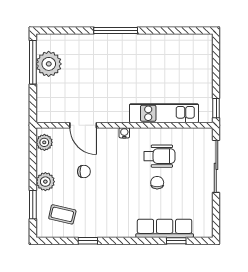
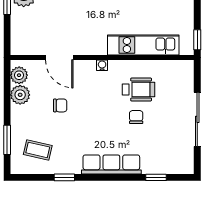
sliding door: (216, 166) -> (197, 119), moved
plant: (45, 182) -> (20, 95), moved
row of seats: (165, 228) -> (111, 164), moved

